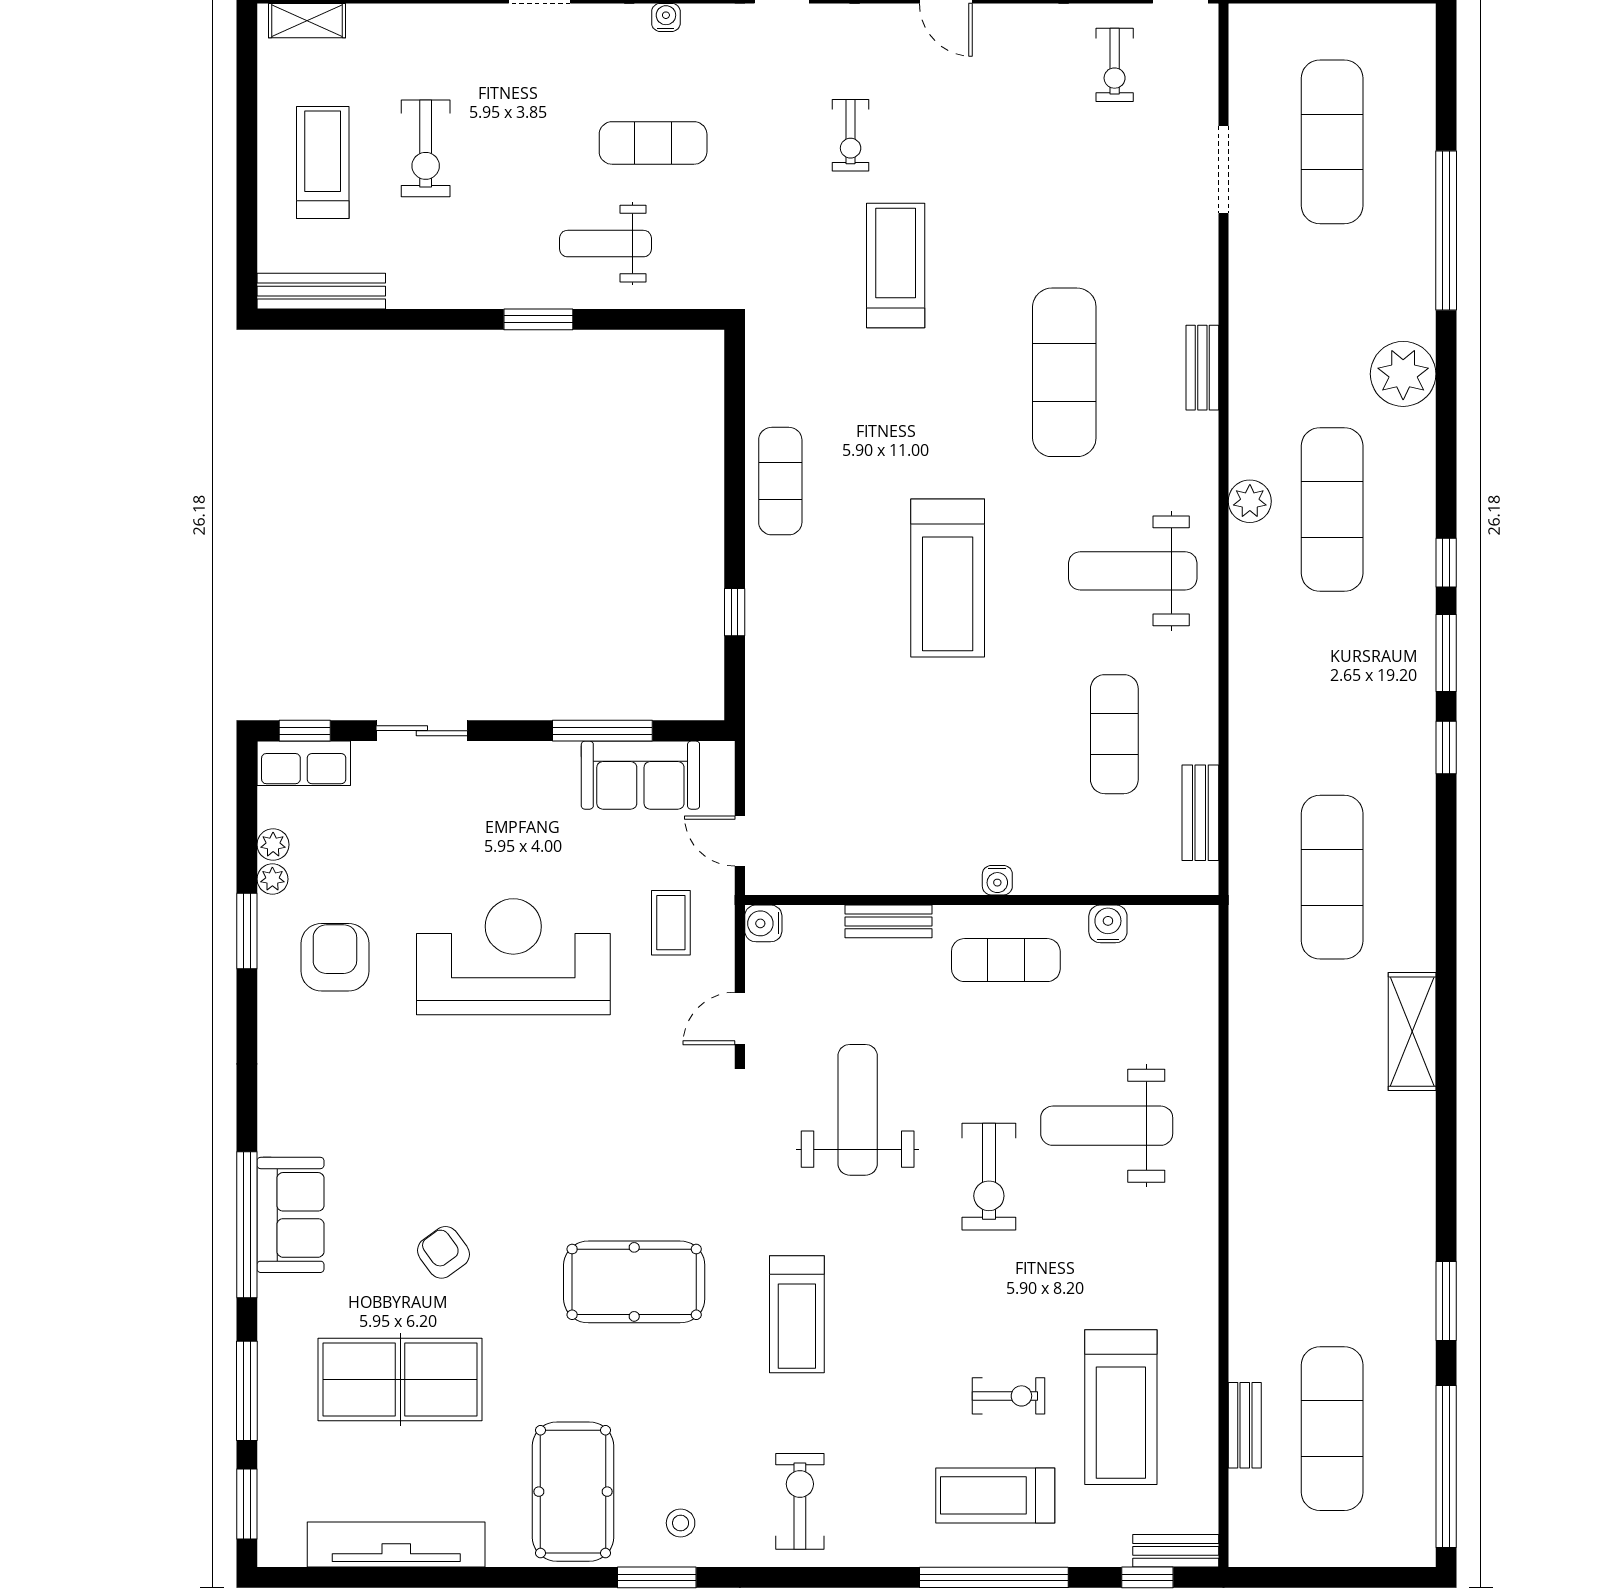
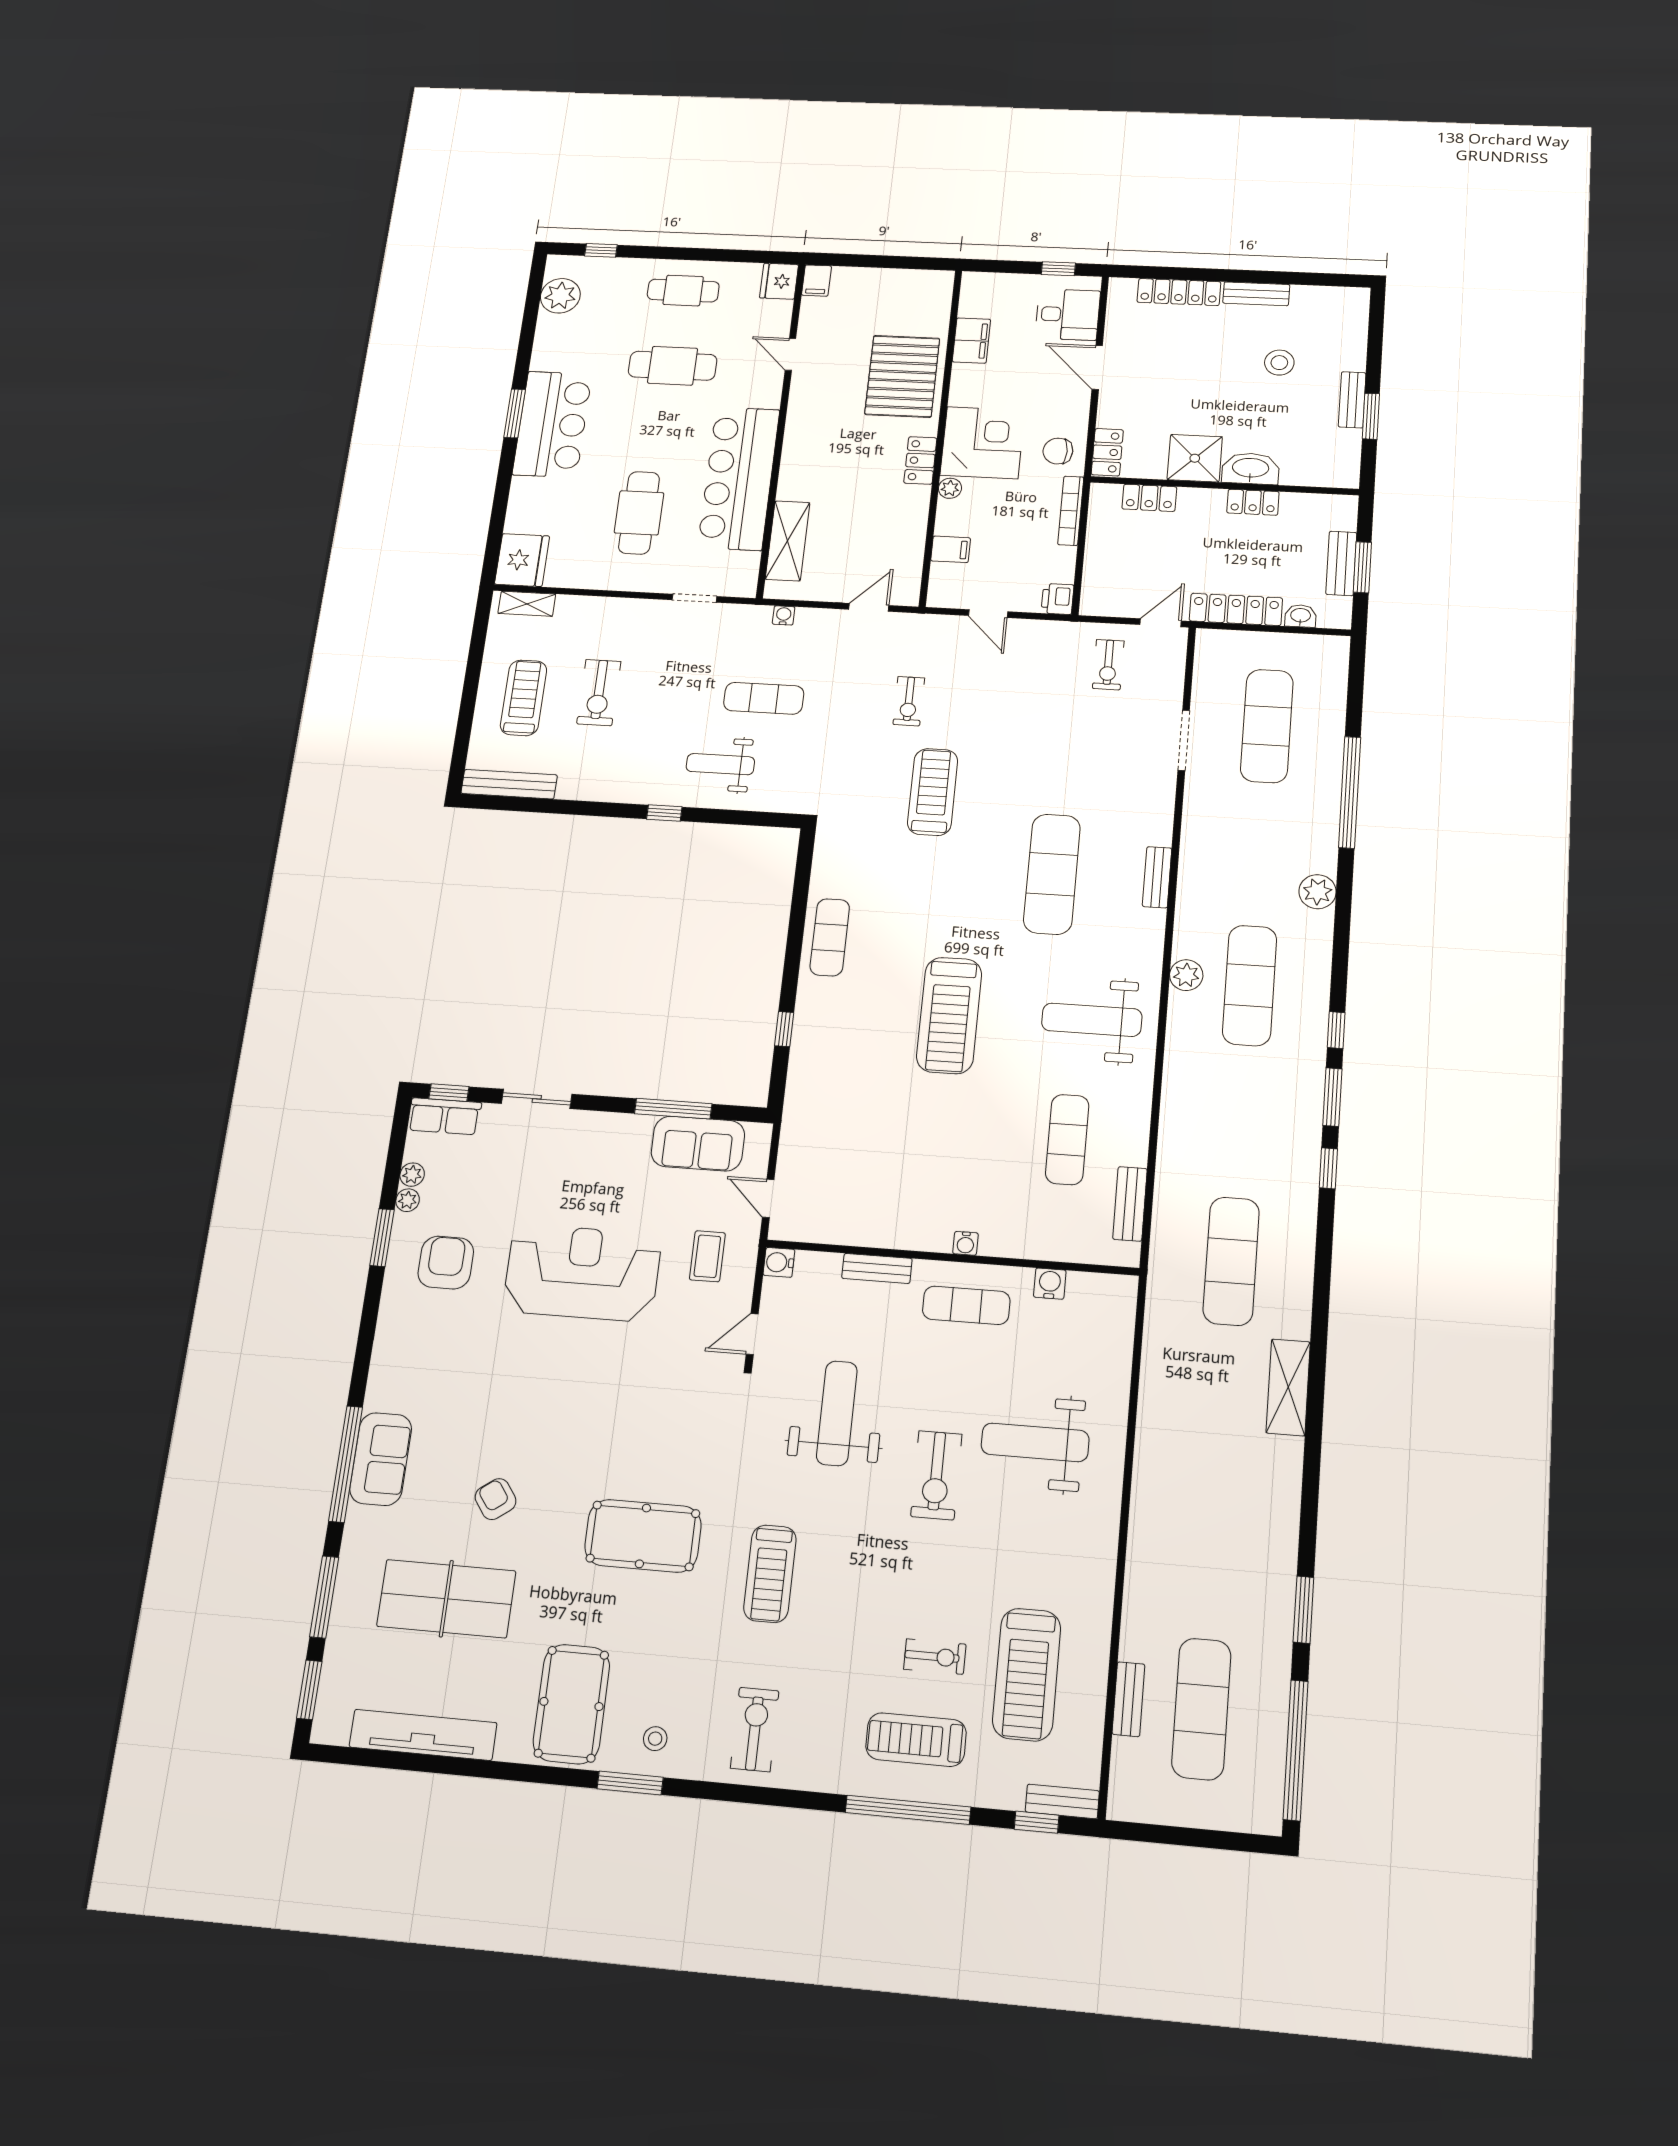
window: (538, 319) -> (664, 813), width x0.67
plant: (1403, 374) -> (1317, 892), width x0.73, depth x0.73

